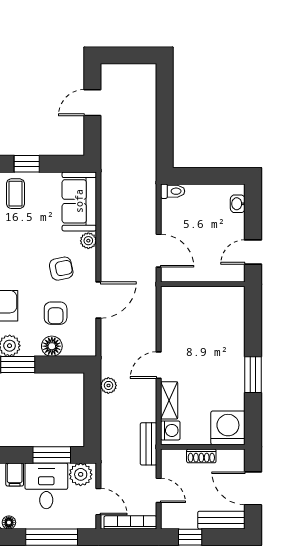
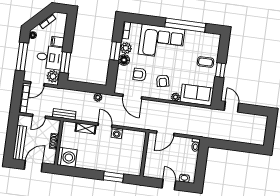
door: (92, 103) -> (231, 107), moved
door: (253, 252) -> (169, 184), moved
door: (98, 300) -> (132, 97), moved
floor lamp: (52, 346) -> (124, 60), moved
window: (253, 375) -> (113, 177), moved
washing machine: (170, 430) -> (117, 133), moved
bench: (221, 520) -> (19, 143), width x1.36
window: (190, 537) -> (12, 129), removed

